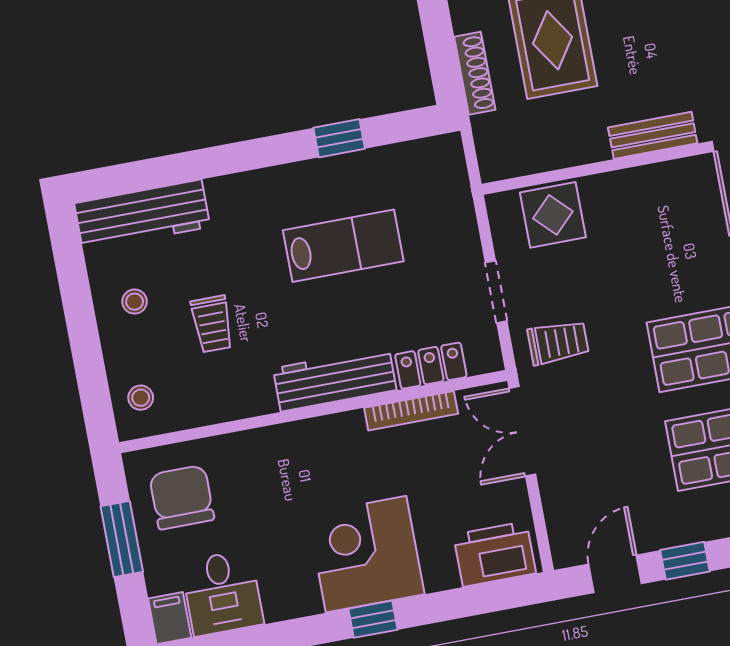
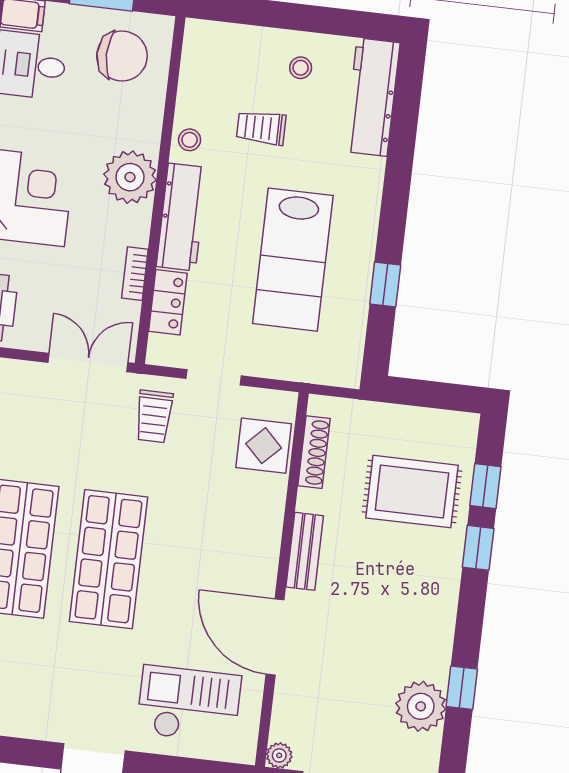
shoe rack: (475, 73) -> (314, 452), moved, turned -90
lab bench: (343, 246) -> (293, 260), width x1.36, depth x1.39
stool: (141, 398) -> (190, 140), moved
bookcase: (411, 411) -> (135, 274), width x0.64
plant: (309, 448) -> (130, 177), added

